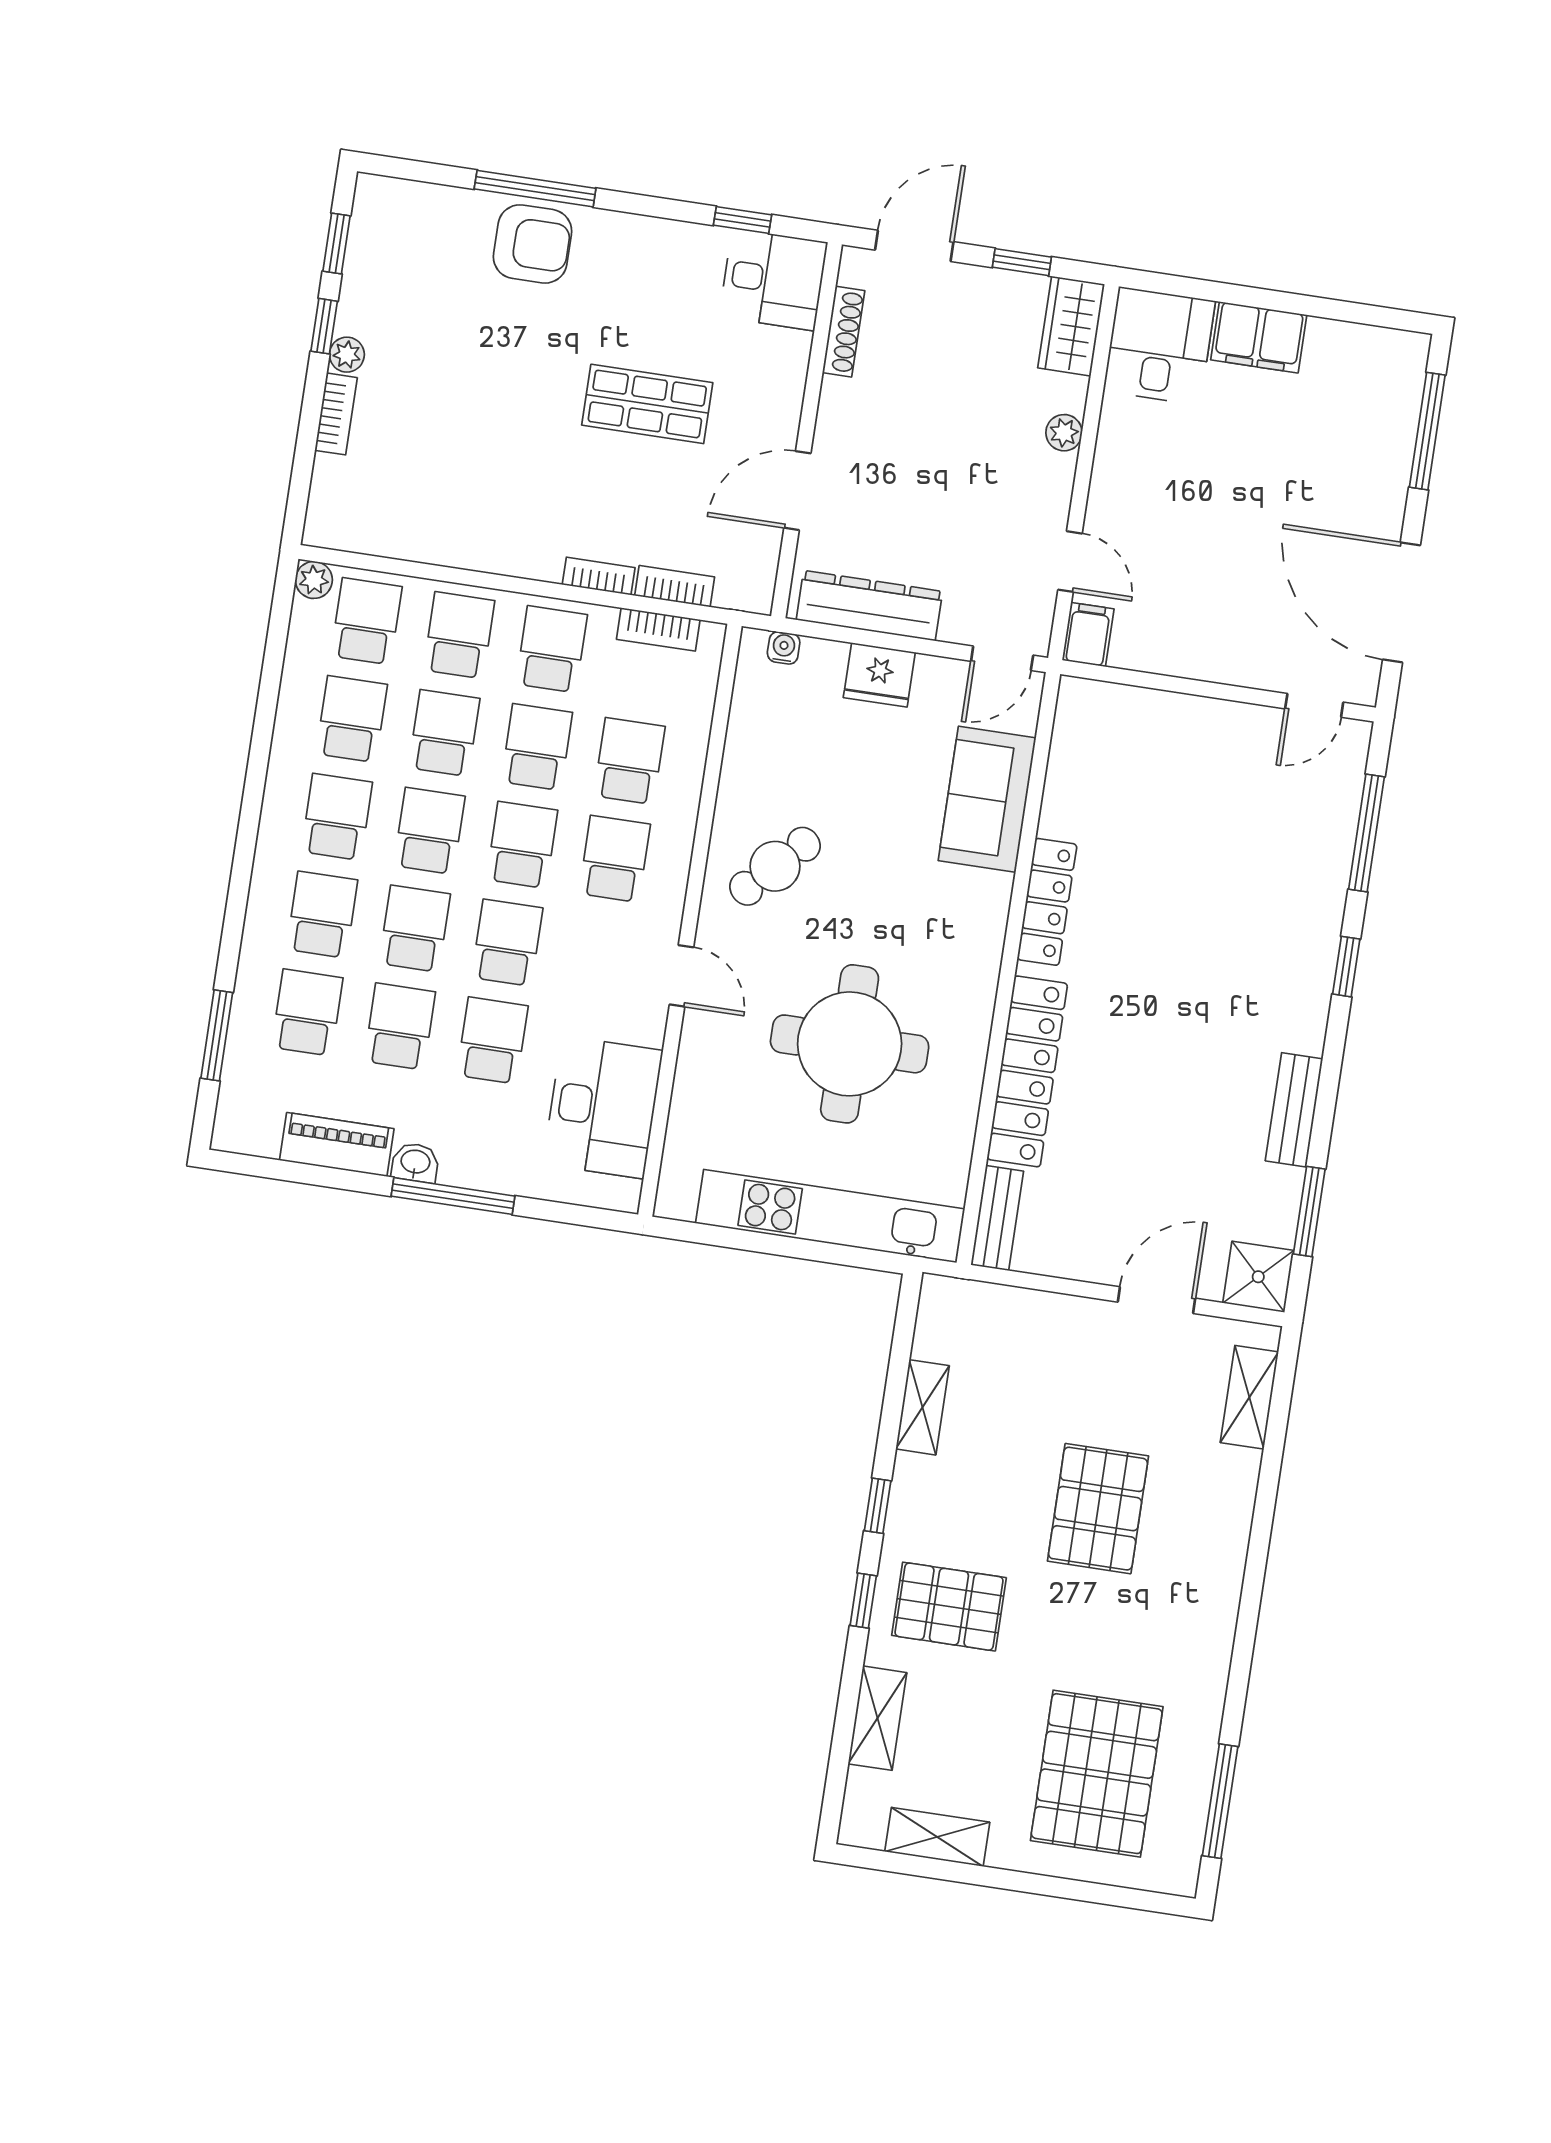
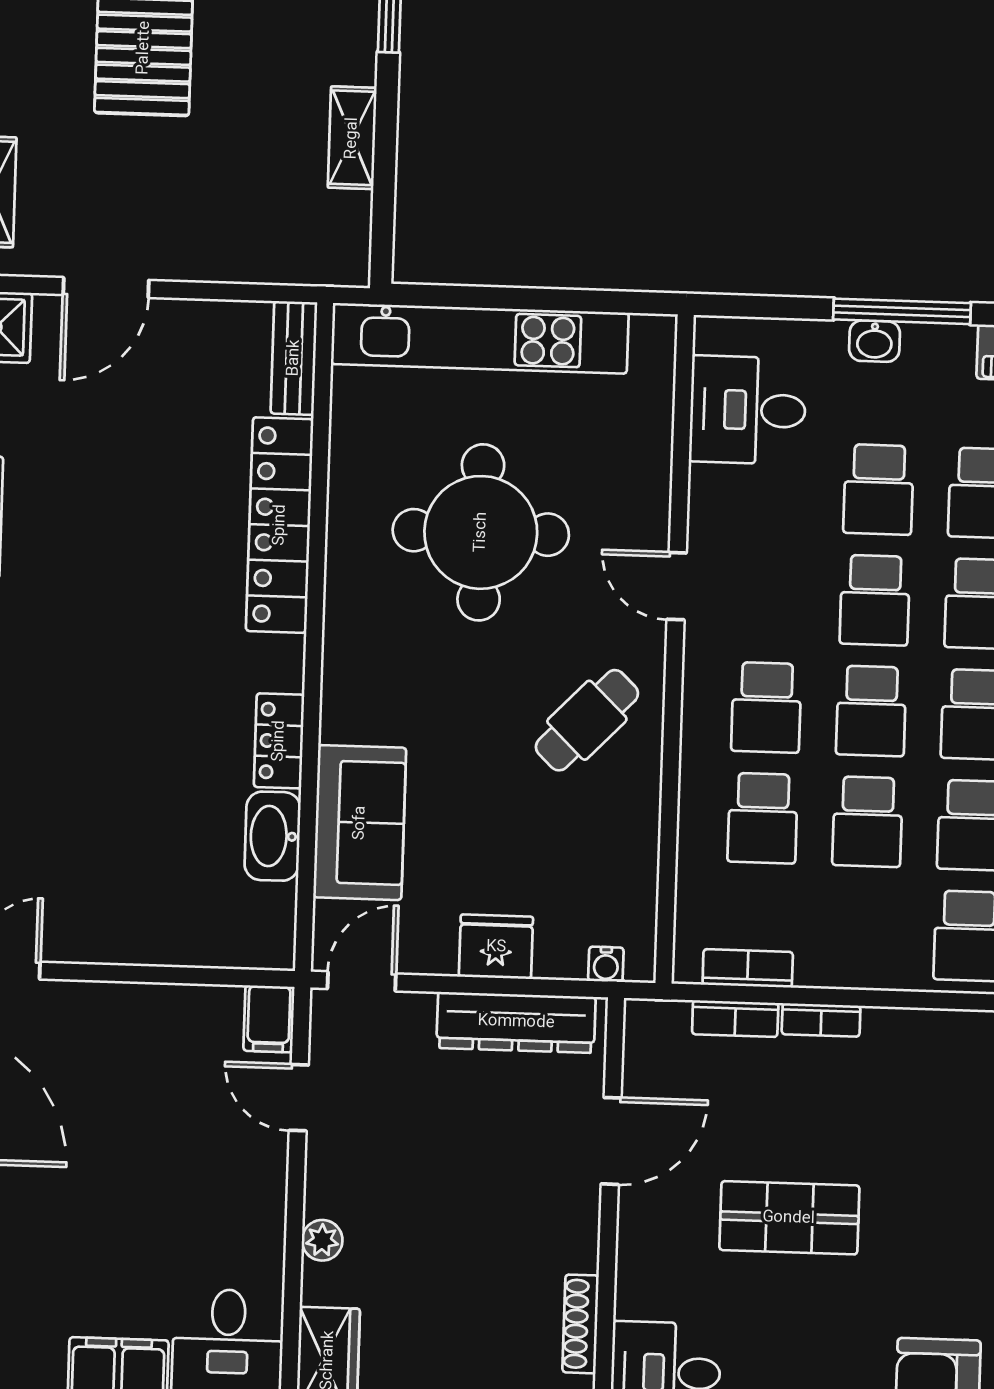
school desk: (552, 649) -> (864, 932), removed
washbasin: (1066, 796) -> (272, 836), added
locker: (1047, 902) -> (279, 741), width x0.66
desk: (603, 1107) -> (748, 410), width x0.73
washbasin: (415, 1163) -> (874, 341), moved

